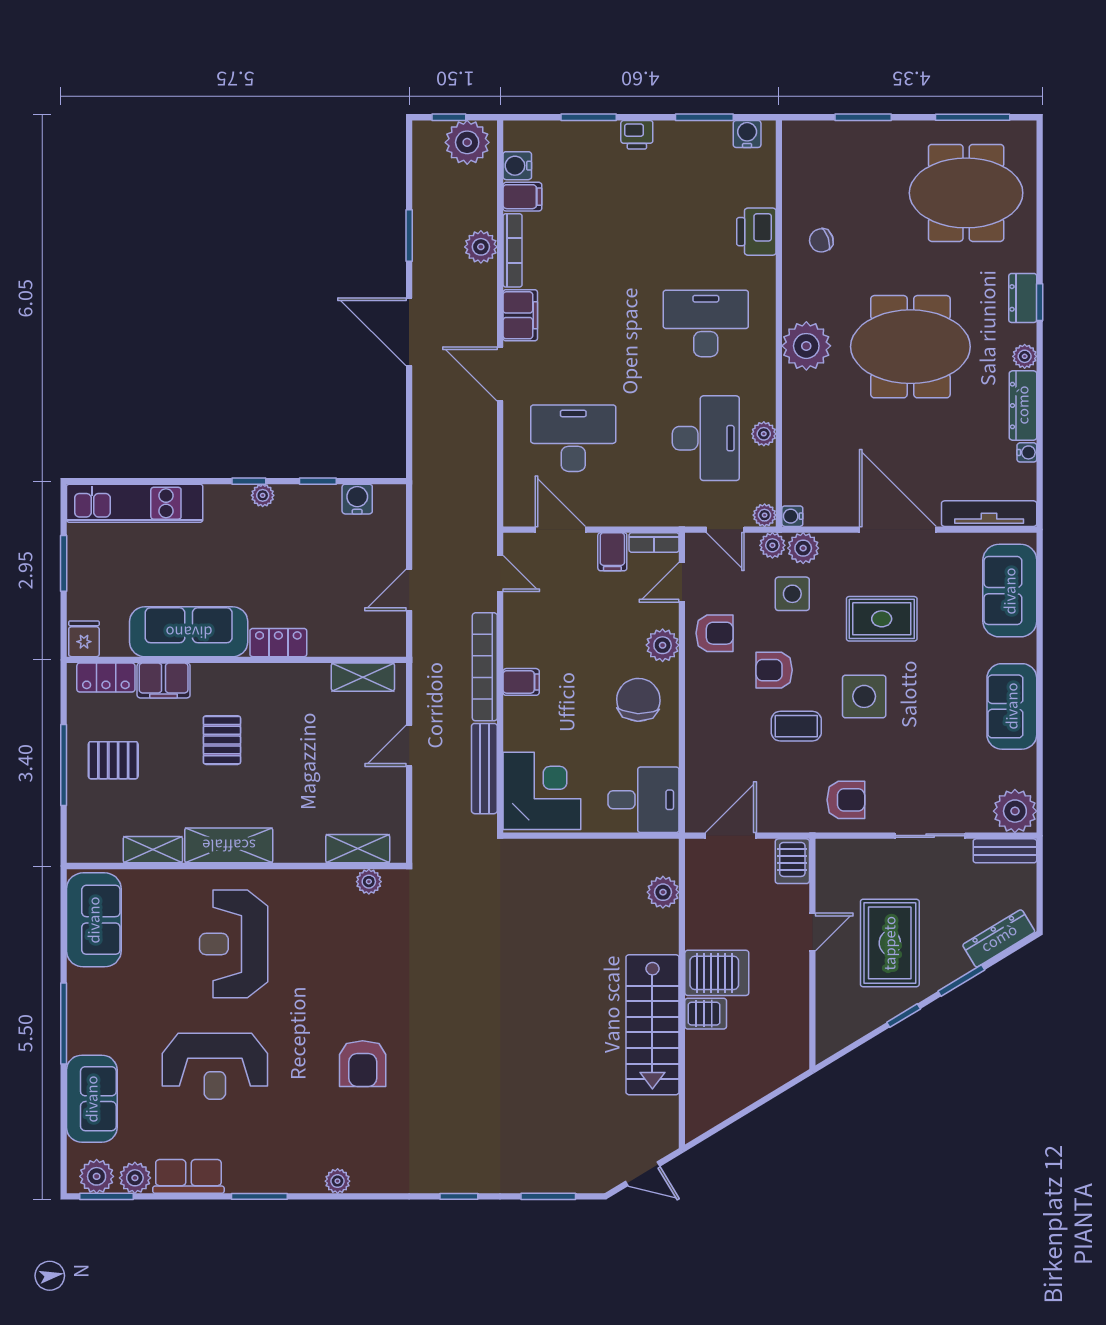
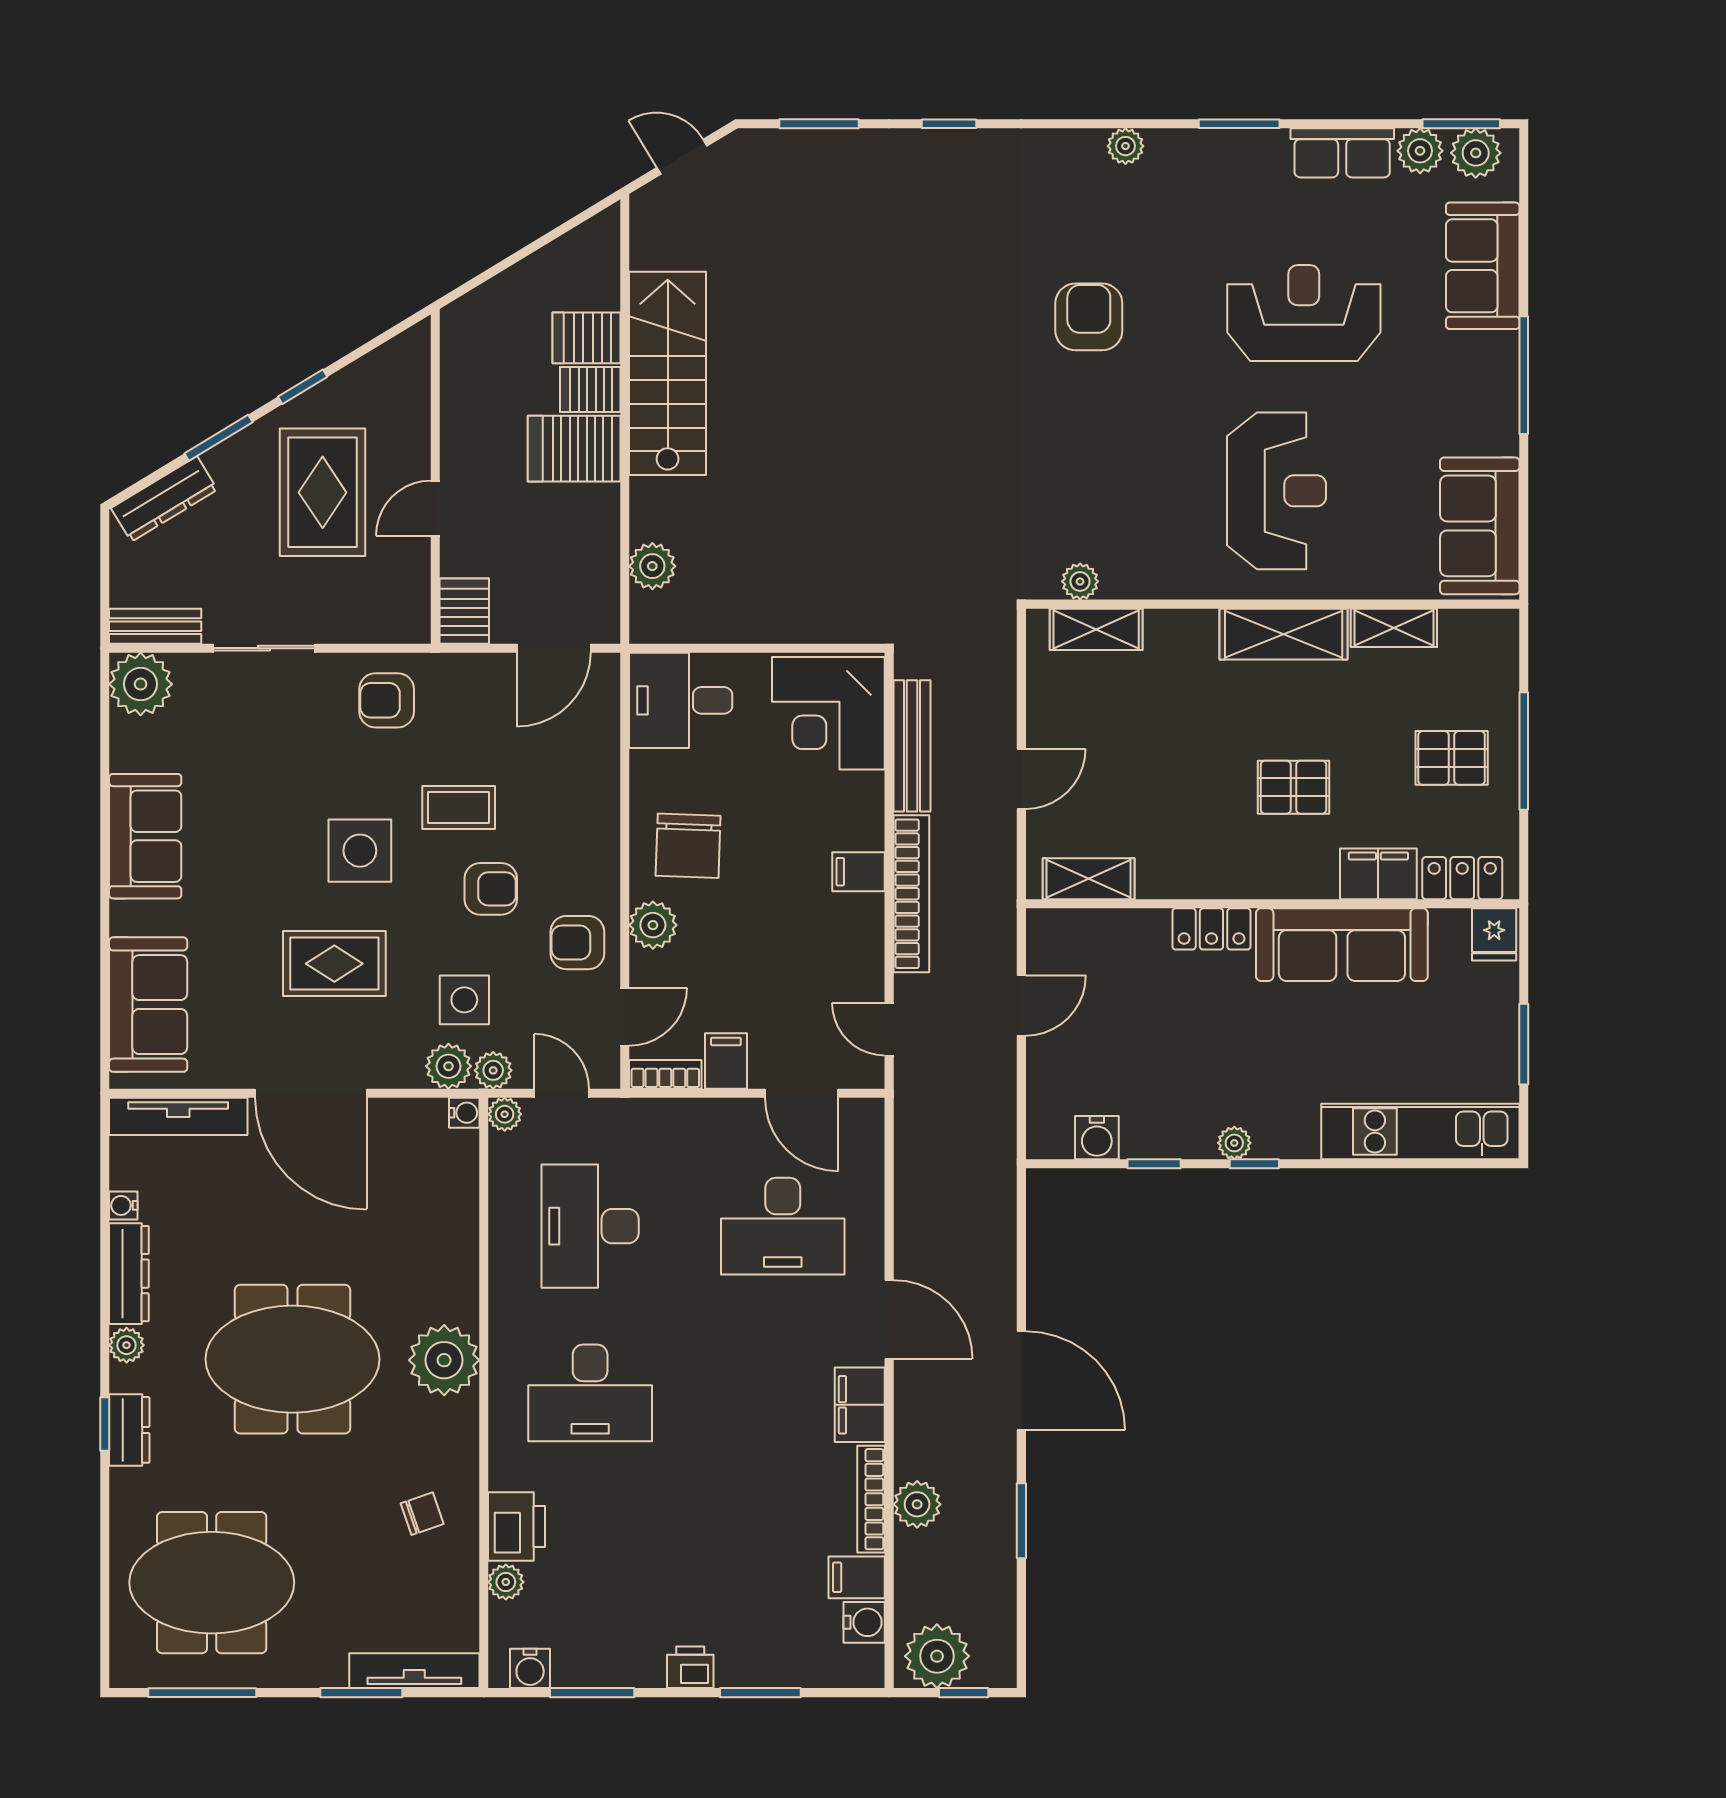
tv unit: (827, 132) -> (414, 1671), added
plant: (764, 434) -> (506, 1582), moved
pallet: (222, 740) -> (1294, 787), turned 90
server rack: (708, 1049) -> (587, 338), added

